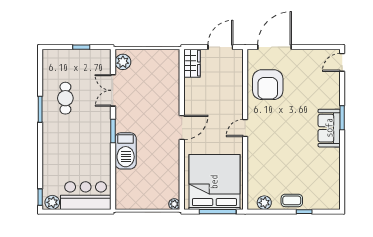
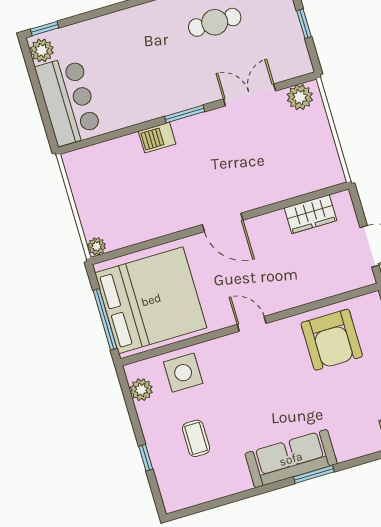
wardrobe: (192, 63) -> (310, 214), moved
armchair: (268, 85) -> (332, 340), turned -90
sofa: (329, 128) -> (291, 459), width x1.36
barbecue: (126, 151) -> (157, 138), width x0.53, depth x0.65
side table: (262, 176) -> (183, 373), added
coffee table: (292, 200) -> (196, 438), moved

